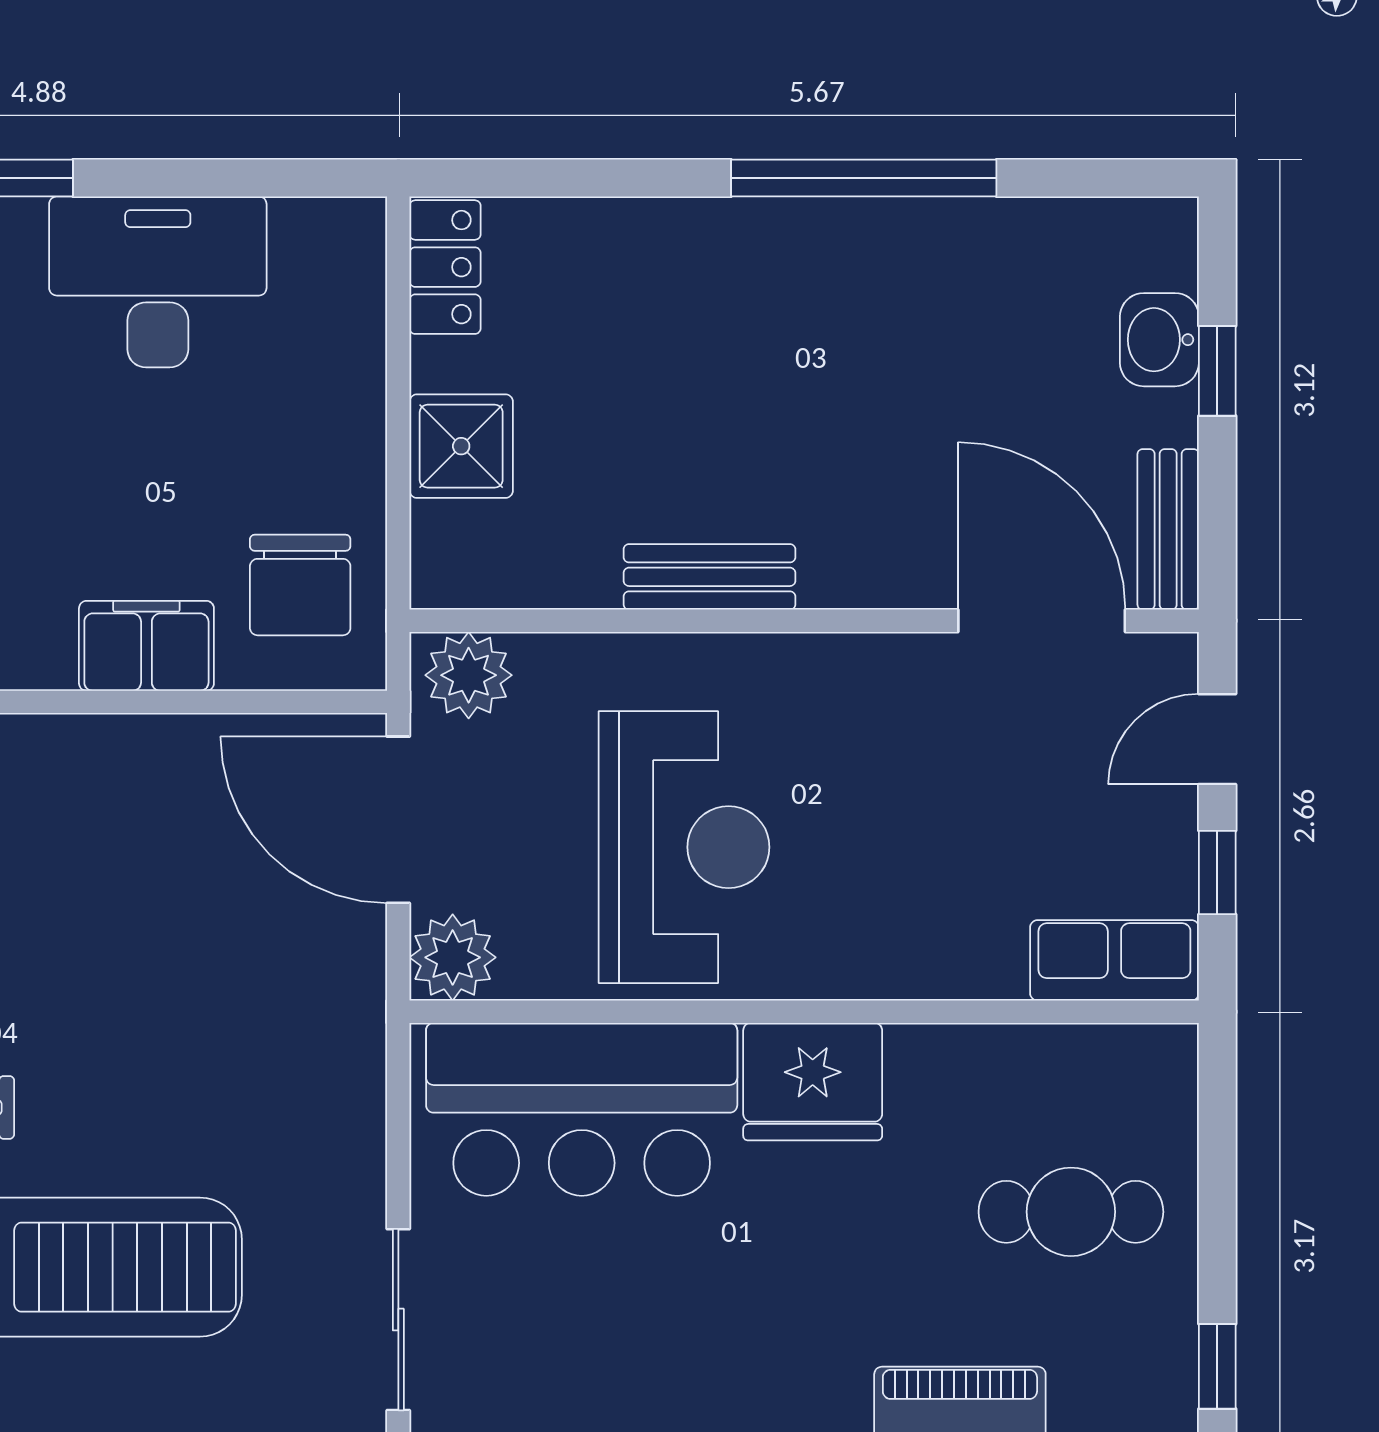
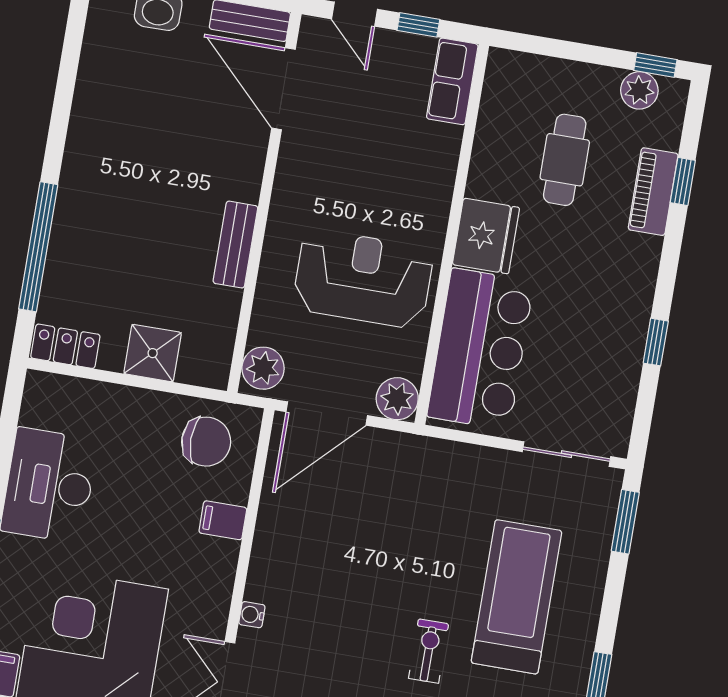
window: (864, 178) -> (38, 247), moved
door: (1042, 621) -> (283, 89), hinge flipped
filing cabinet: (146, 646) -> (223, 520), width x0.50
cafe table: (1071, 1212) -> (565, 160), moved
plant: (1160, 1342) -> (639, 90), added

